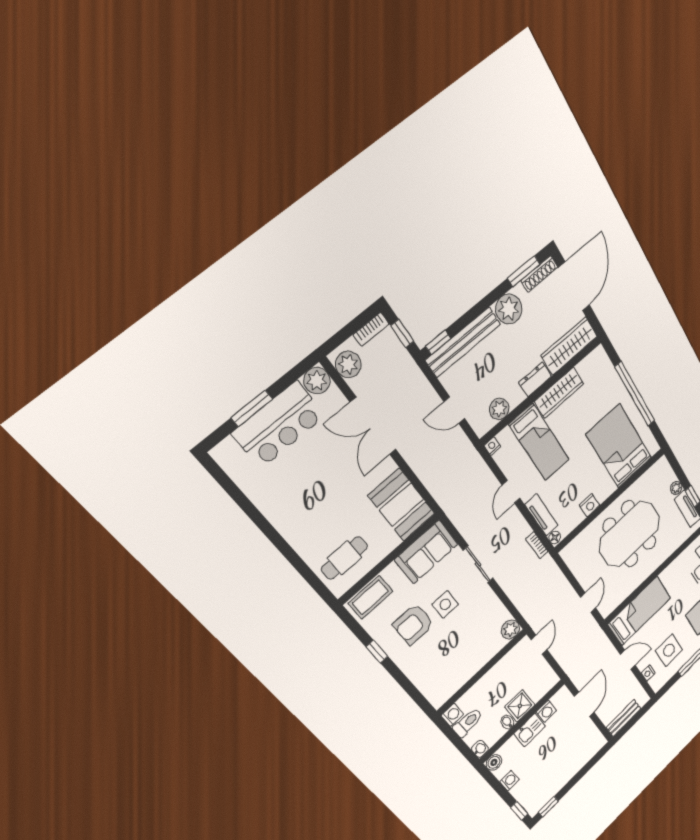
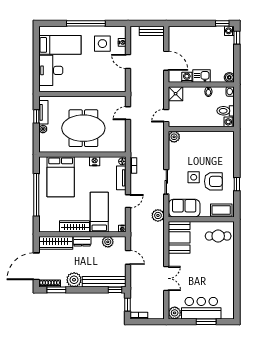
plant: (348, 364) -> (158, 215), moved
double door: (373, 426) -> (166, 278), width x0.73
bed: (639, 611) -> (104, 82), removed
door: (584, 704) -> (166, 61), swing flipped
shower: (520, 706) -> (176, 94), moved
washing machine: (509, 781) -> (229, 31), moved

